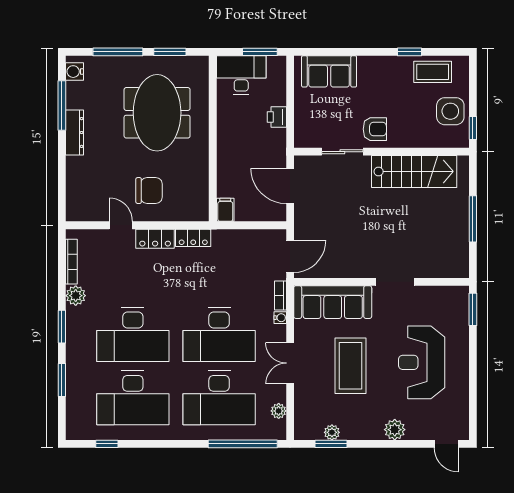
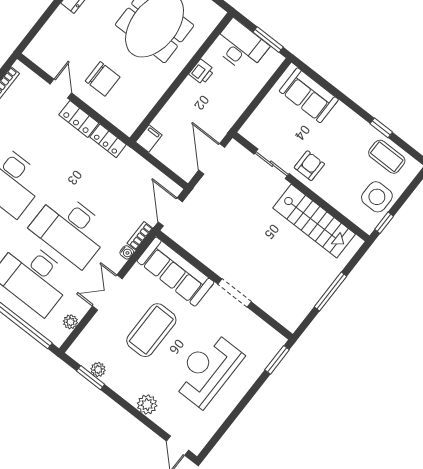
printer: (277, 117) -> (202, 72), moved, turned 180
armchair: (375, 129) -> (309, 166), turned -90
door: (290, 256) -> (170, 212), swing flipped

